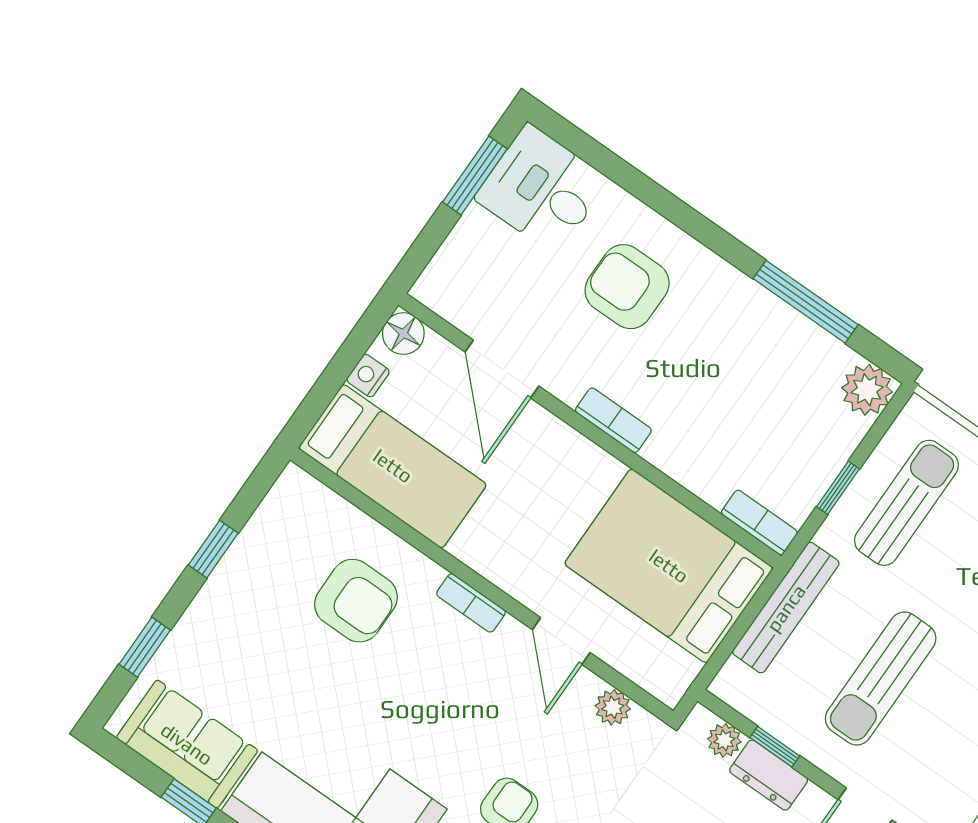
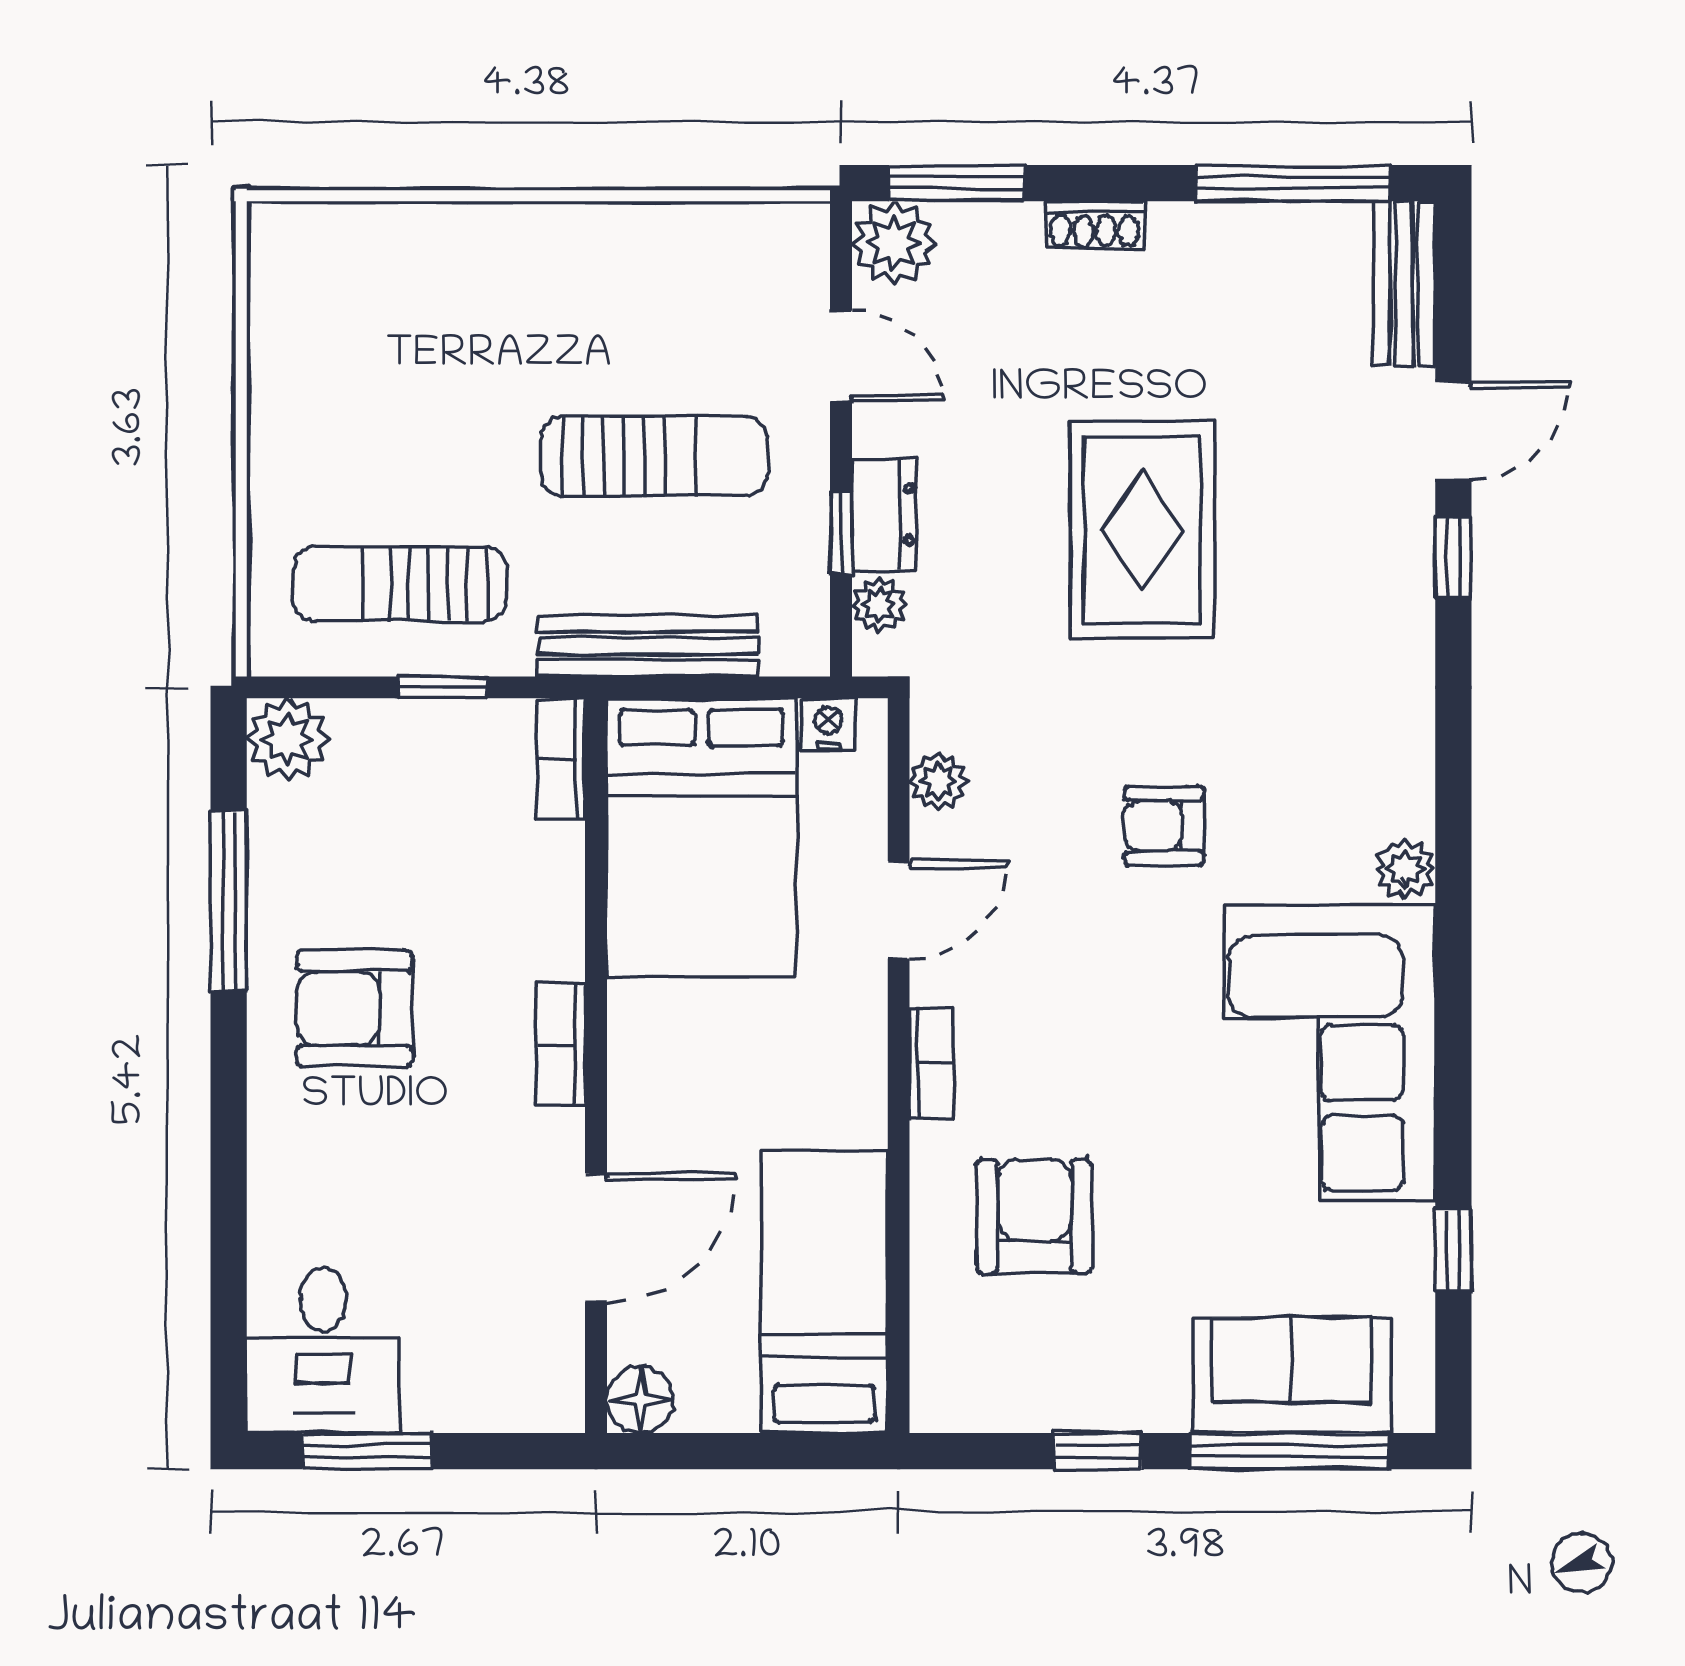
armchair: (627, 287) -> (354, 1008), moved, turned 90
nightstand: (368, 376) -> (828, 724), moved, turned 180
window: (145, 647) -> (1289, 1451), width x2.17
sofa: (187, 744) -> (1292, 1375), moved, turned 90

